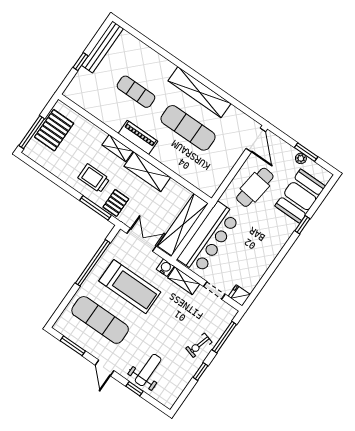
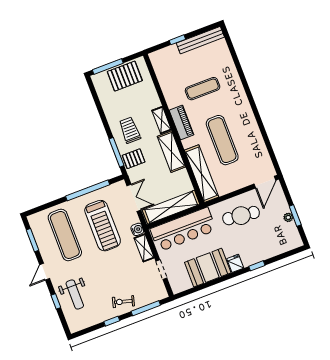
exercise mat: (136, 92) -> (203, 89), turned 90
shelving: (199, 92) -> (202, 174), moved
booth: (300, 196) -> (208, 268), moved
fridge: (239, 295) -> (235, 263), moved
weight bench: (148, 370) -> (75, 295), turned 90

